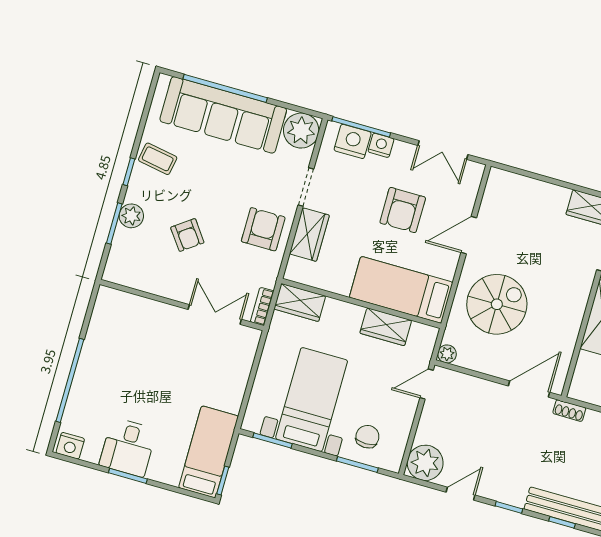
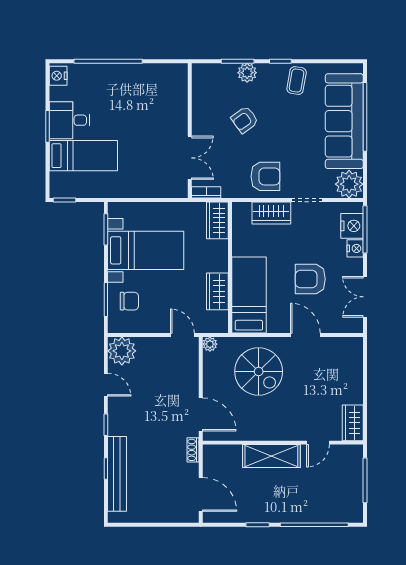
bed: (209, 452) -> (83, 156), moved

